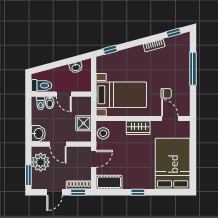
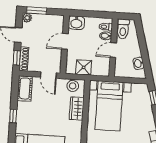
wardrobe: (138, 128) -> (77, 109), moved
plant: (41, 162) -> (27, 18), moved, width x0.53, depth x0.53

